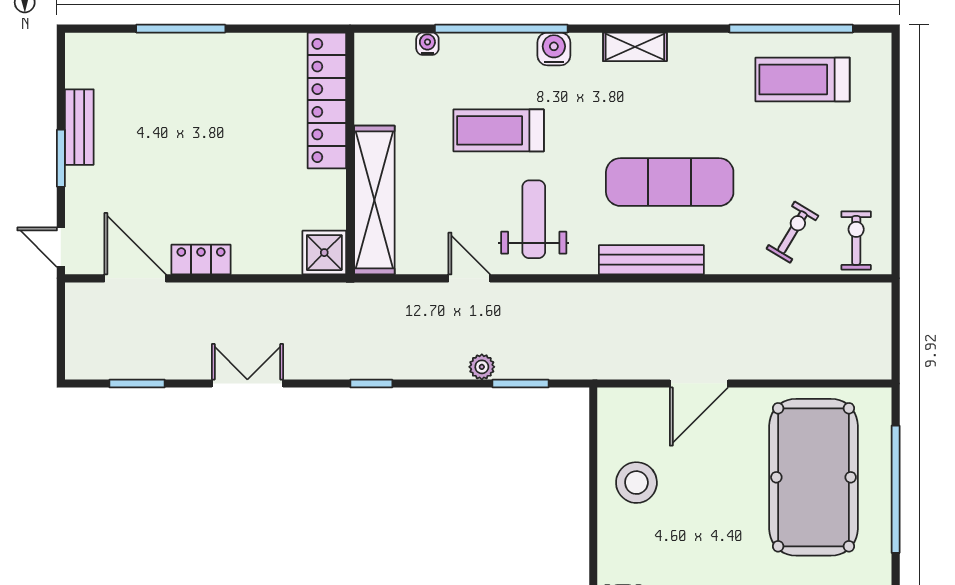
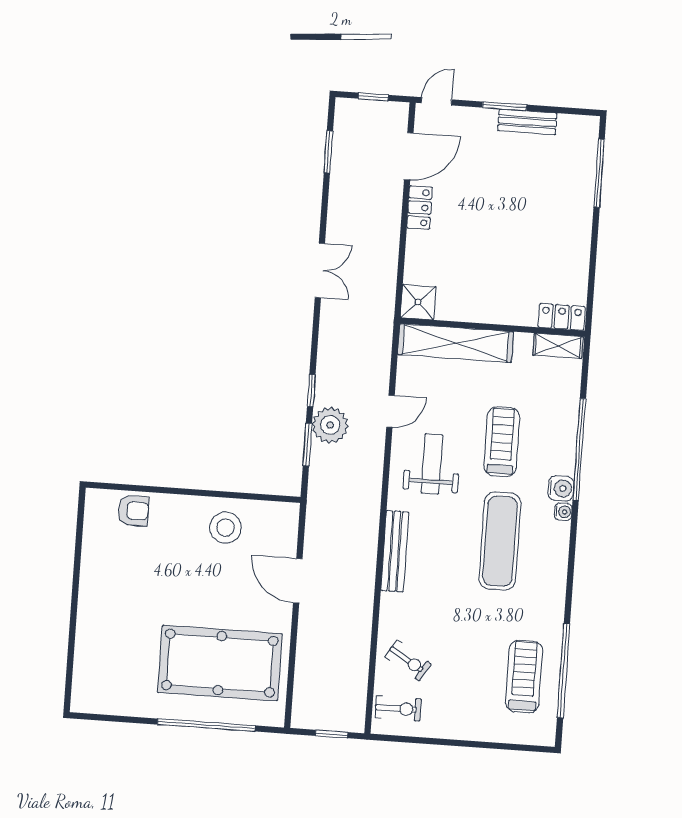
window: (181, 29) -> (599, 173), moved
water cooler: (427, 44) -> (563, 512), moved
shelving: (635, 47) -> (558, 346), moved, turned 90
locker: (327, 100) -> (562, 317), width x0.46, depth x0.83
exercise mat: (670, 182) -> (500, 541), moved
weight bench: (534, 219) -> (432, 464), turned -90
window: (896, 325) -> (332, 734), added
window: (61, 330) -> (373, 97), added
plant: (482, 367) -> (330, 425), width x1.87, depth x1.87
double door: (247, 383) -> (320, 270), moved
window: (371, 383) -> (311, 391), moved

